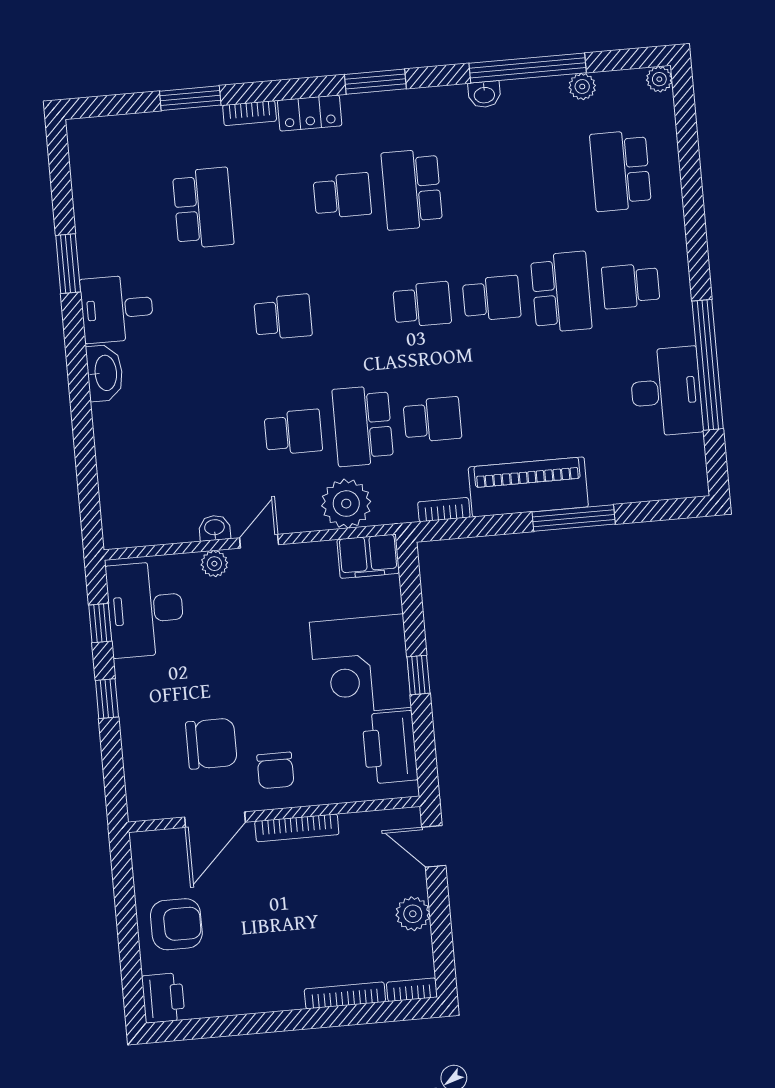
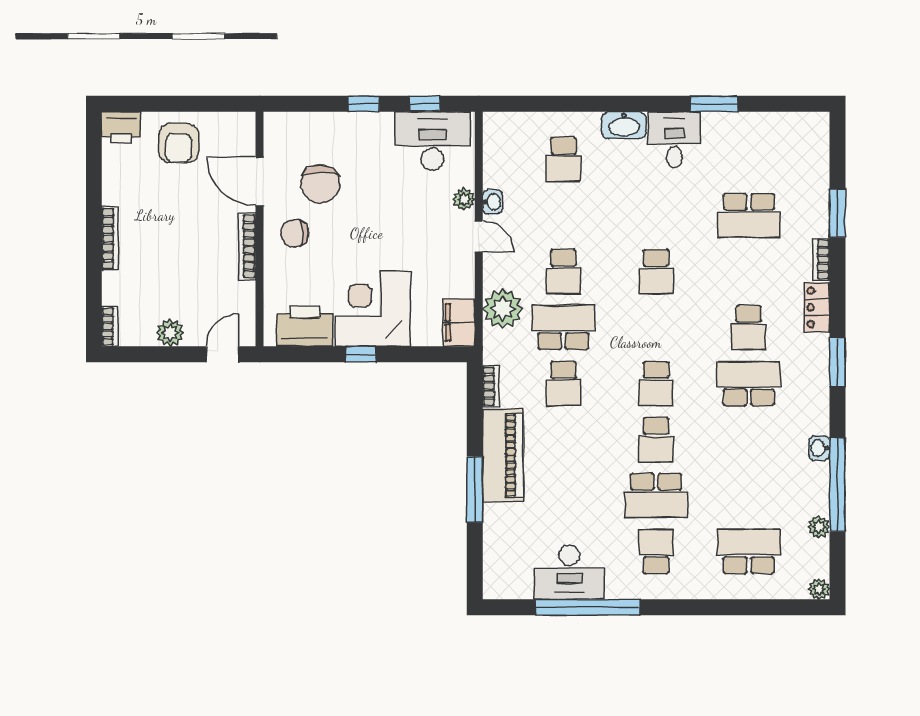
school desk: (154, 444) -> (563, 160), added
bookcase: (345, 995) -> (110, 239), moved

